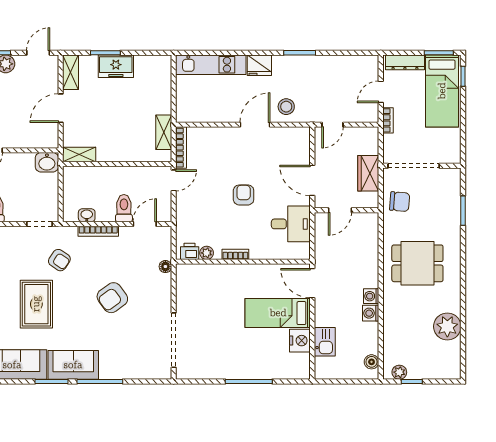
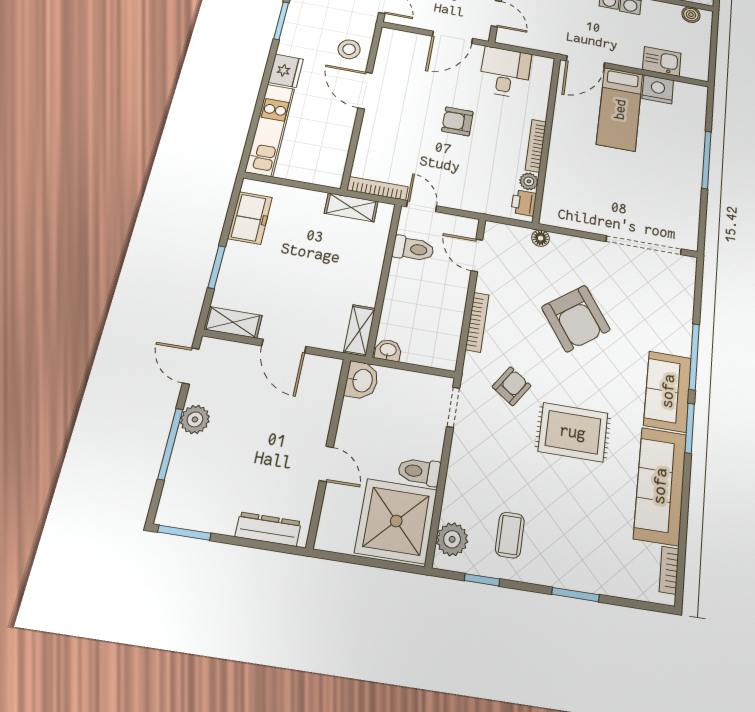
freezer: (116, 66) -> (250, 218), moved
toilet: (124, 208) -> (413, 249), moved, turned 180
washbasin: (87, 215) -> (388, 350), moved, turned 90
bookcase: (235, 254) -> (536, 146), width x1.56
armchair: (112, 298) -> (576, 318), width x1.36, depth x1.36

